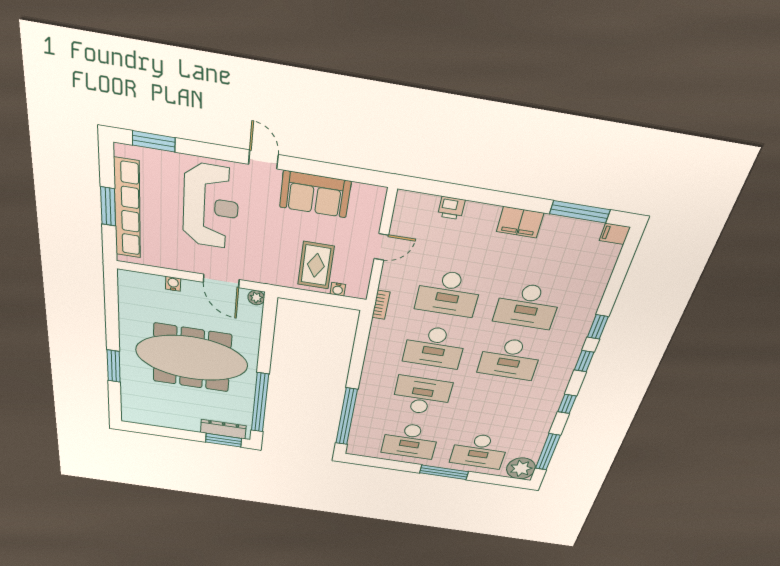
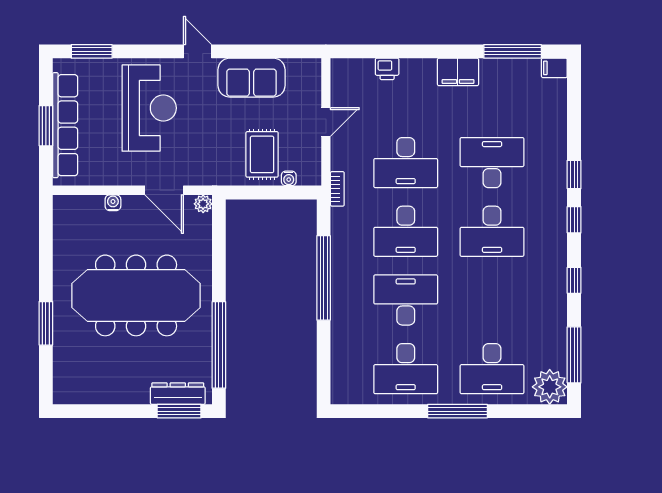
desk: (527, 306) -> (492, 163), turned 180
window: (347, 417) -> (324, 278), moved

